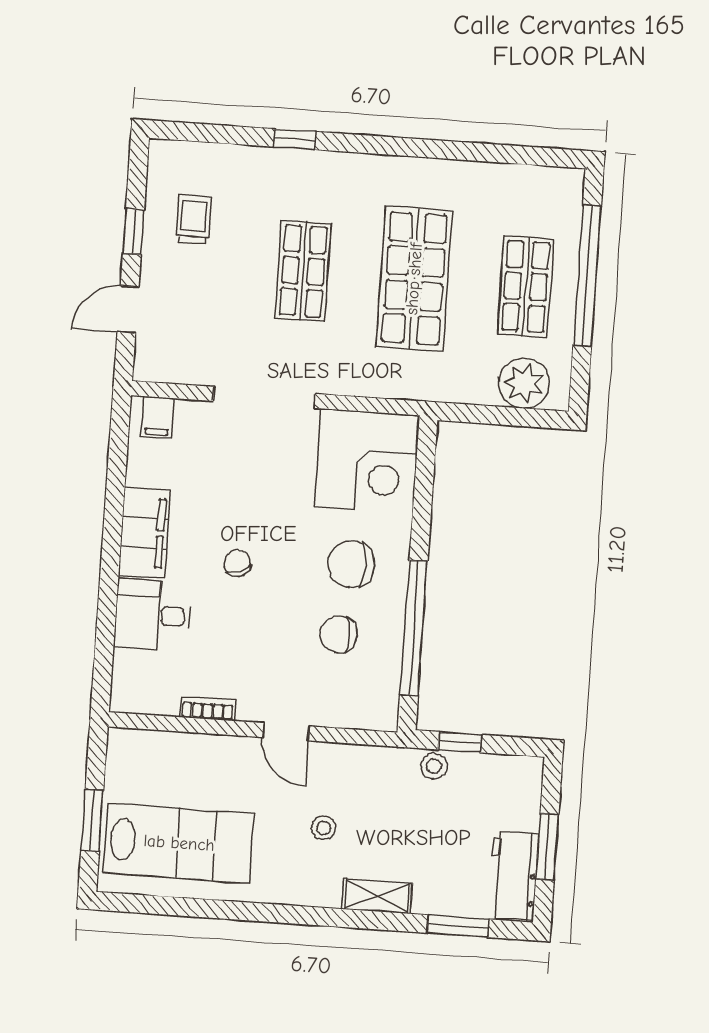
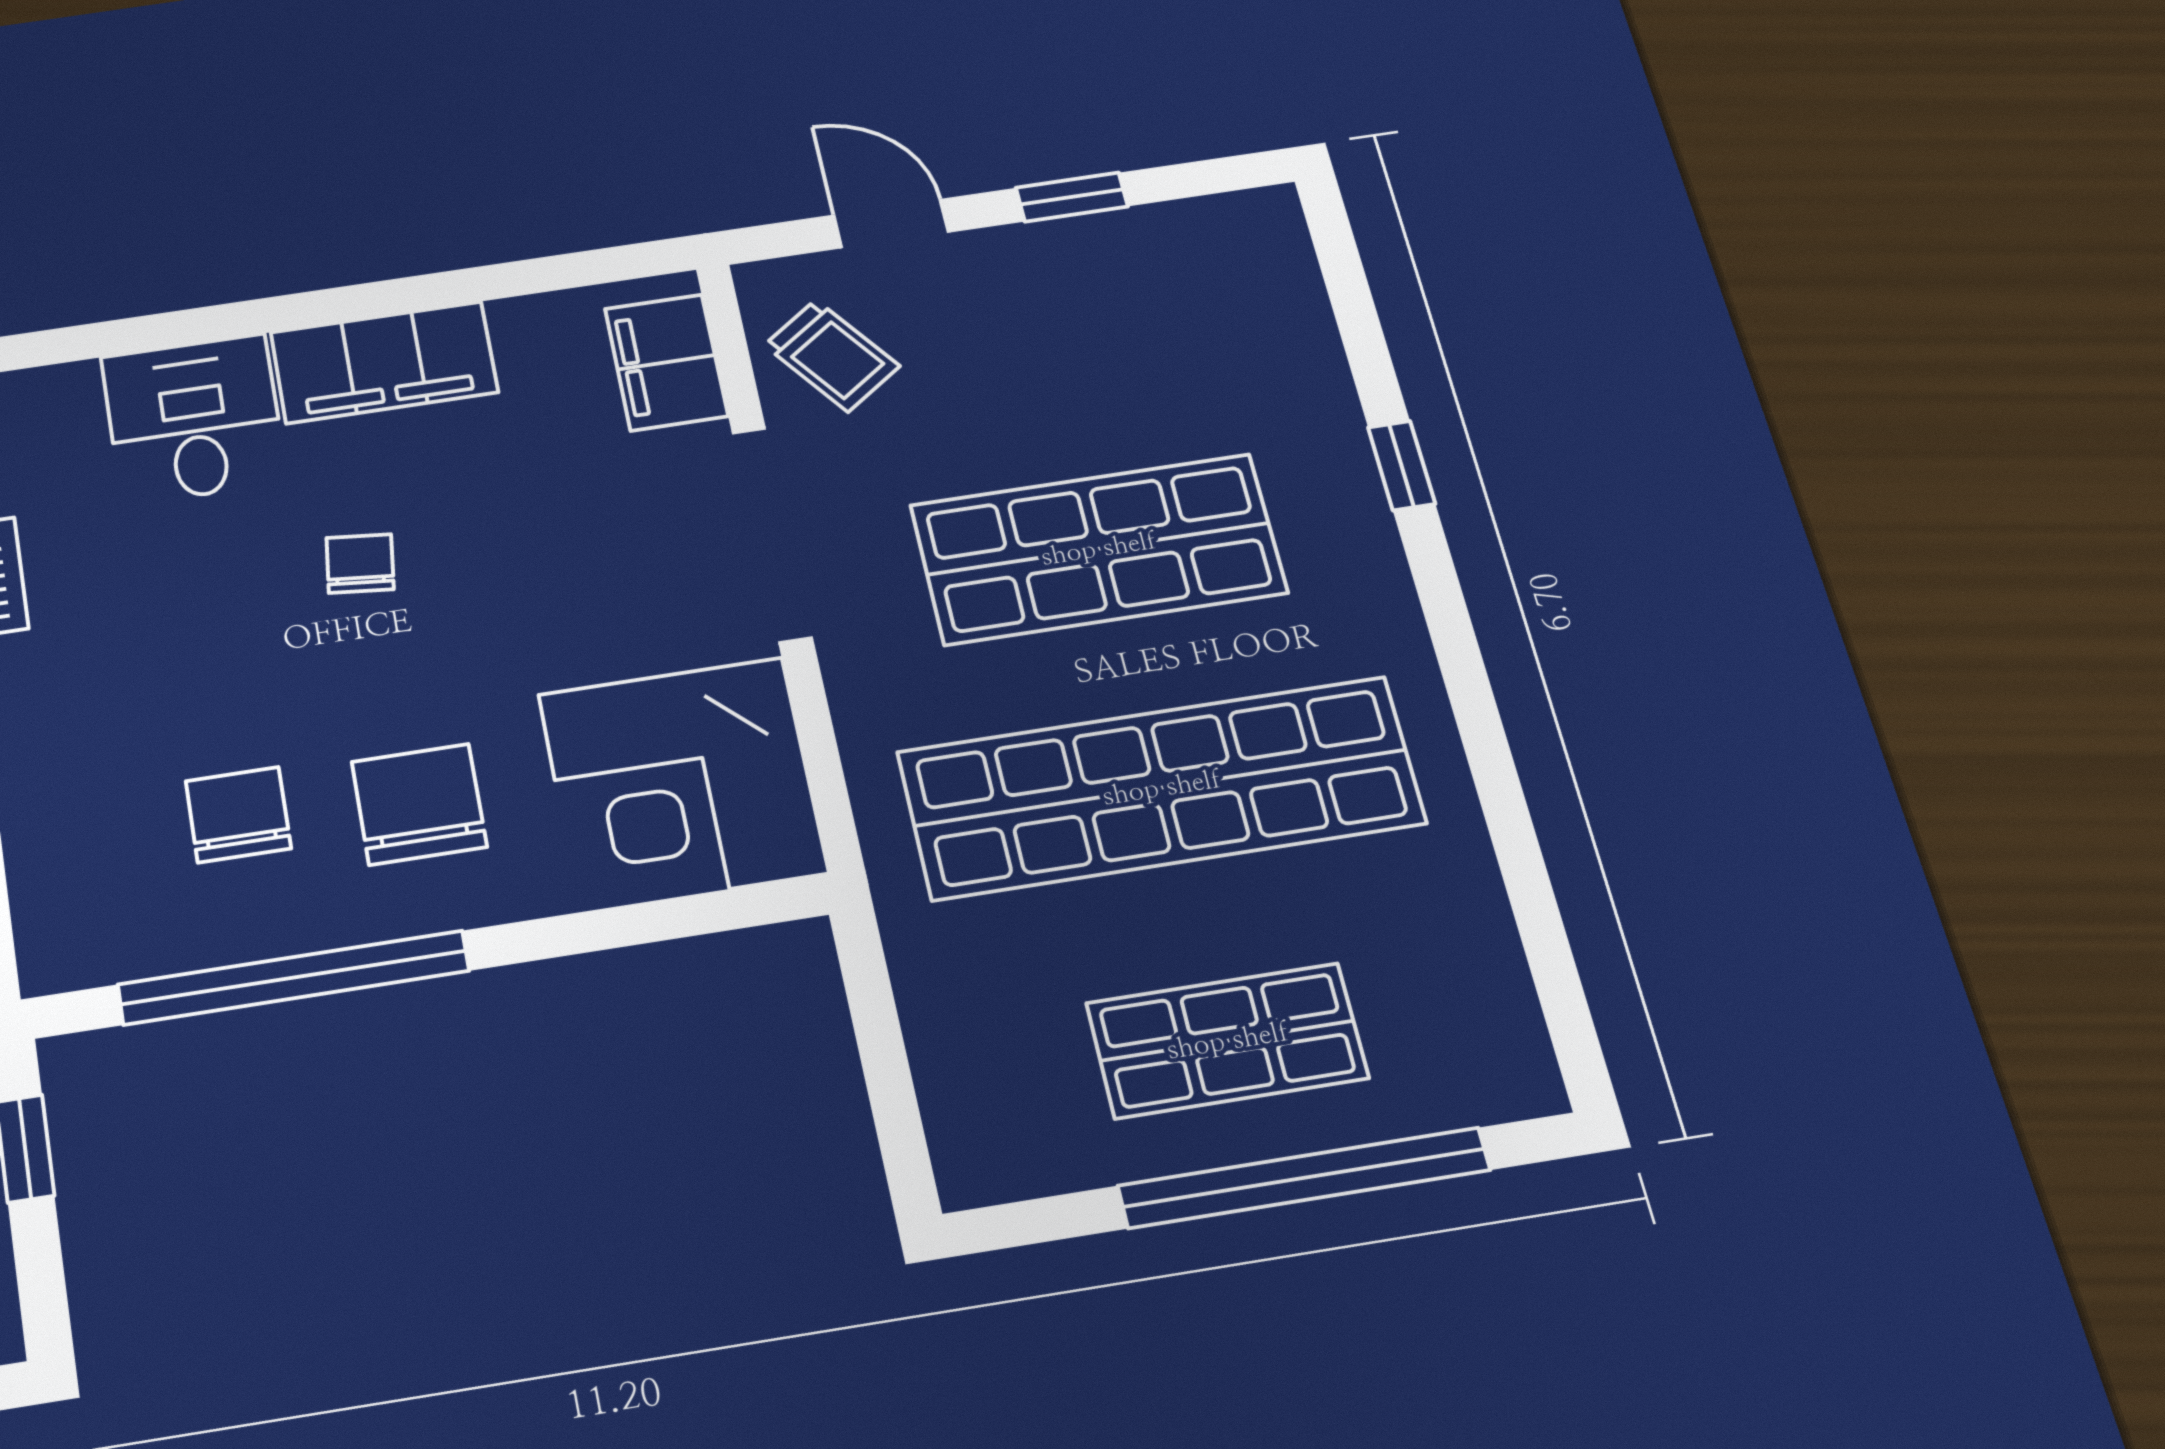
trolley: (194, 219) -> (832, 356), moved, turned 54
shop shelf: (303, 271) -> (1098, 549), width x1.43, depth x1.36
shop shelf: (414, 279) -> (1161, 788), width x1.40
plant: (524, 383) -> (982, 1092), removed
filing cabinet: (158, 418) -> (666, 362), width x2.00
chair: (237, 563) -> (360, 563), turned -63

